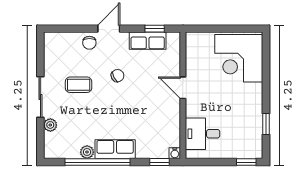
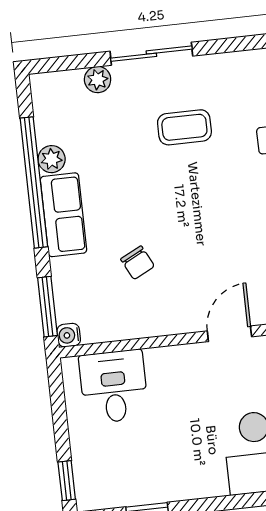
chair: (118, 76) -> (138, 263), moved
coffee table: (79, 85) -> (184, 127), turned 90
door: (183, 88) -> (229, 334), moved
window: (160, 162) -> (48, 307), width x1.50

